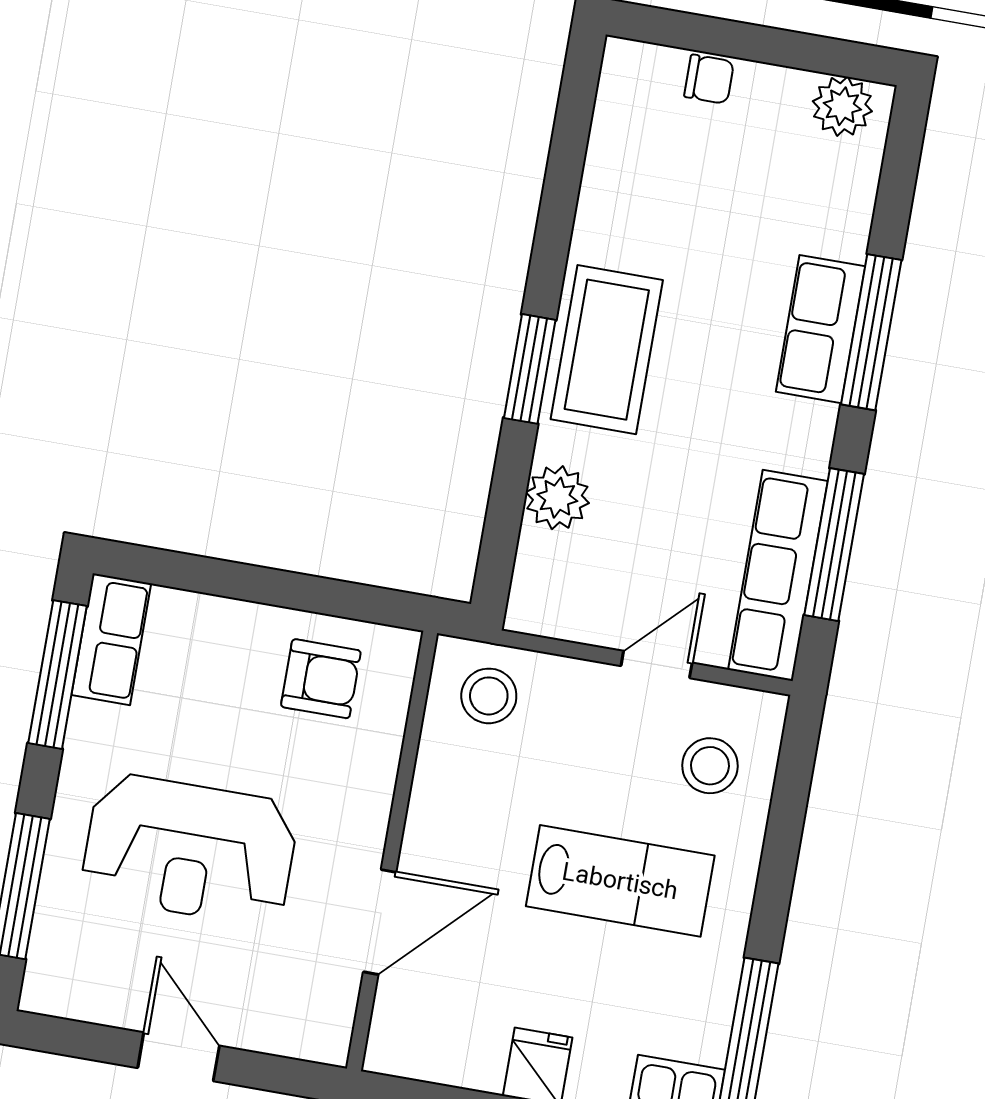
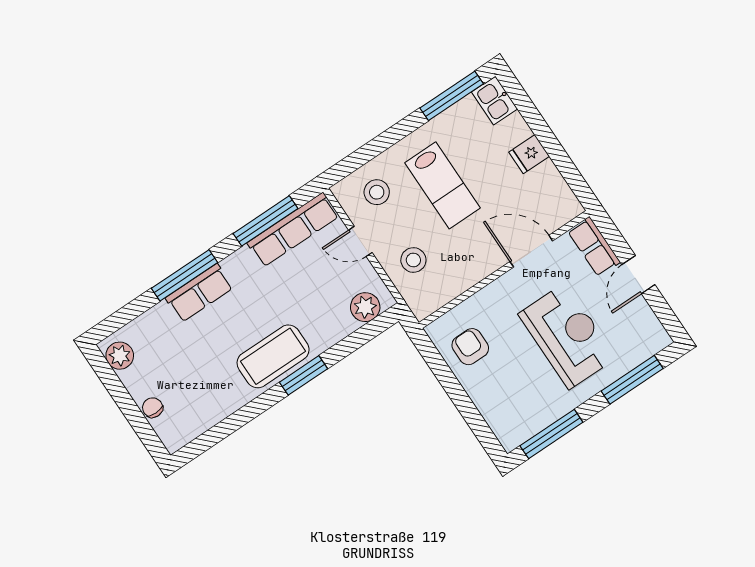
plant: (557, 498) -> (365, 307), moved
row of seats: (111, 639) -> (594, 247), moved, turned -90
stool: (489, 696) -> (413, 260), moved
lab bench: (620, 881) -> (442, 185), turned 180

